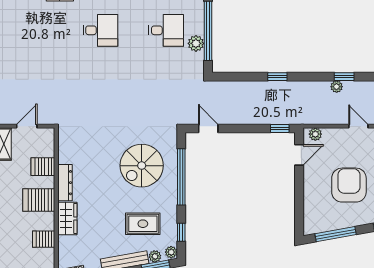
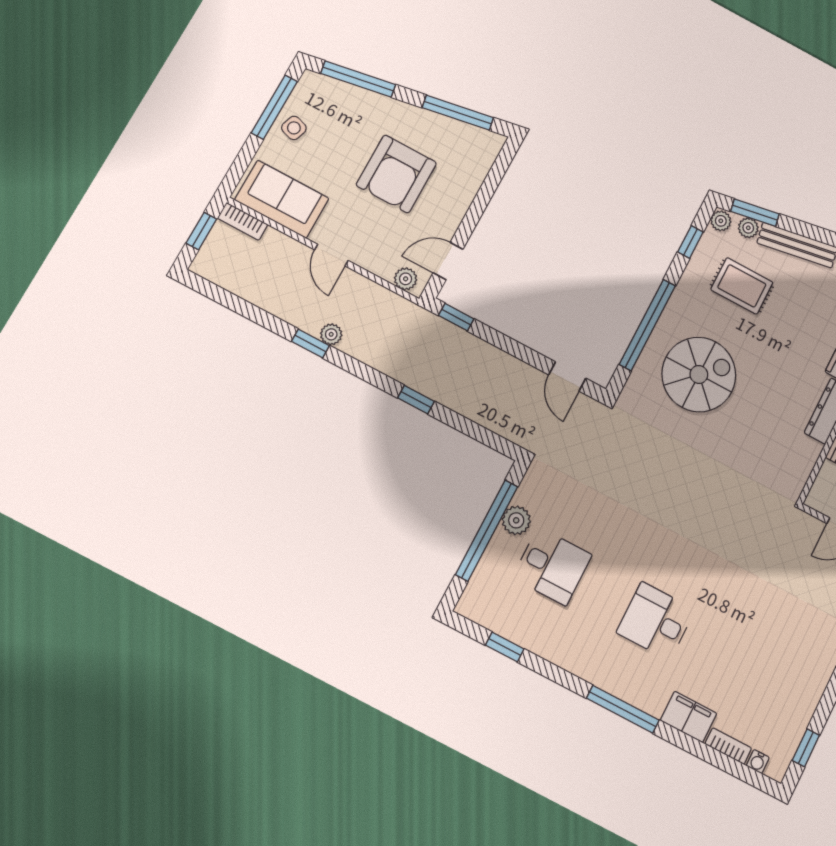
desk: (166, 30) -> (552, 566), turned 180

